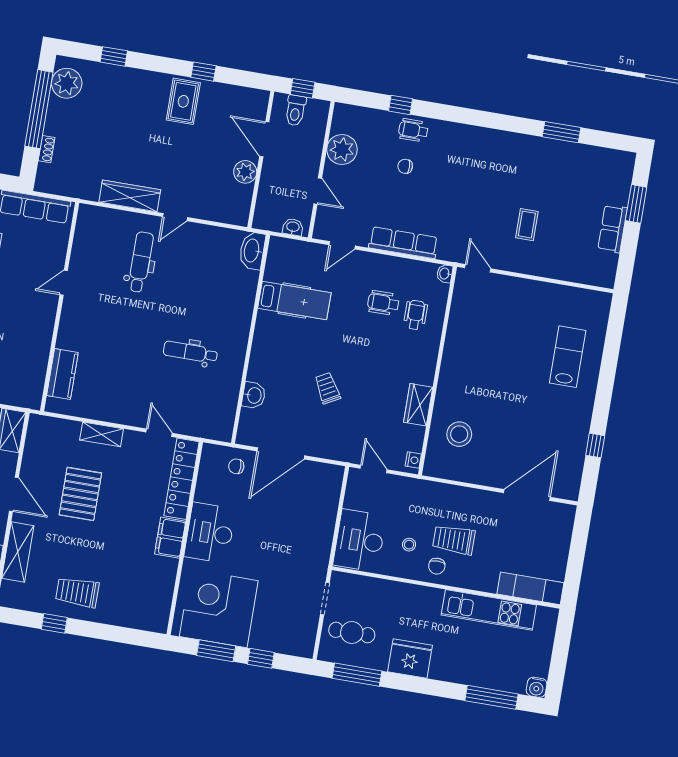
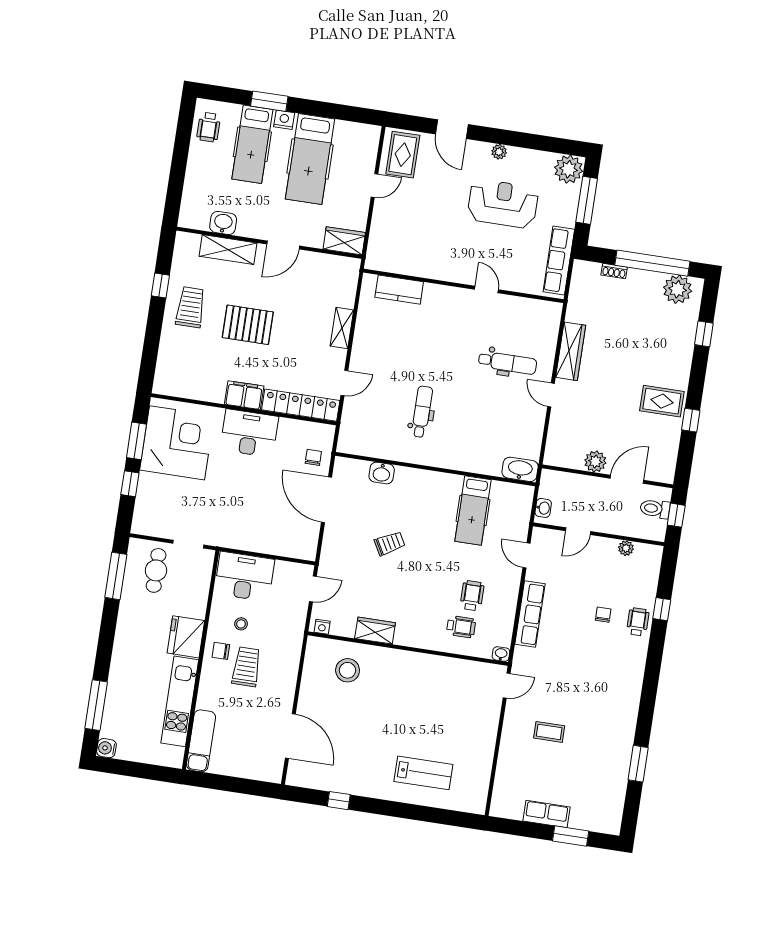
plant: (342, 149) -> (626, 548), width x0.53, depth x0.53
pallet: (80, 494) -> (248, 325), moved
fridge: (410, 658) -> (186, 637), moved, turned 180

